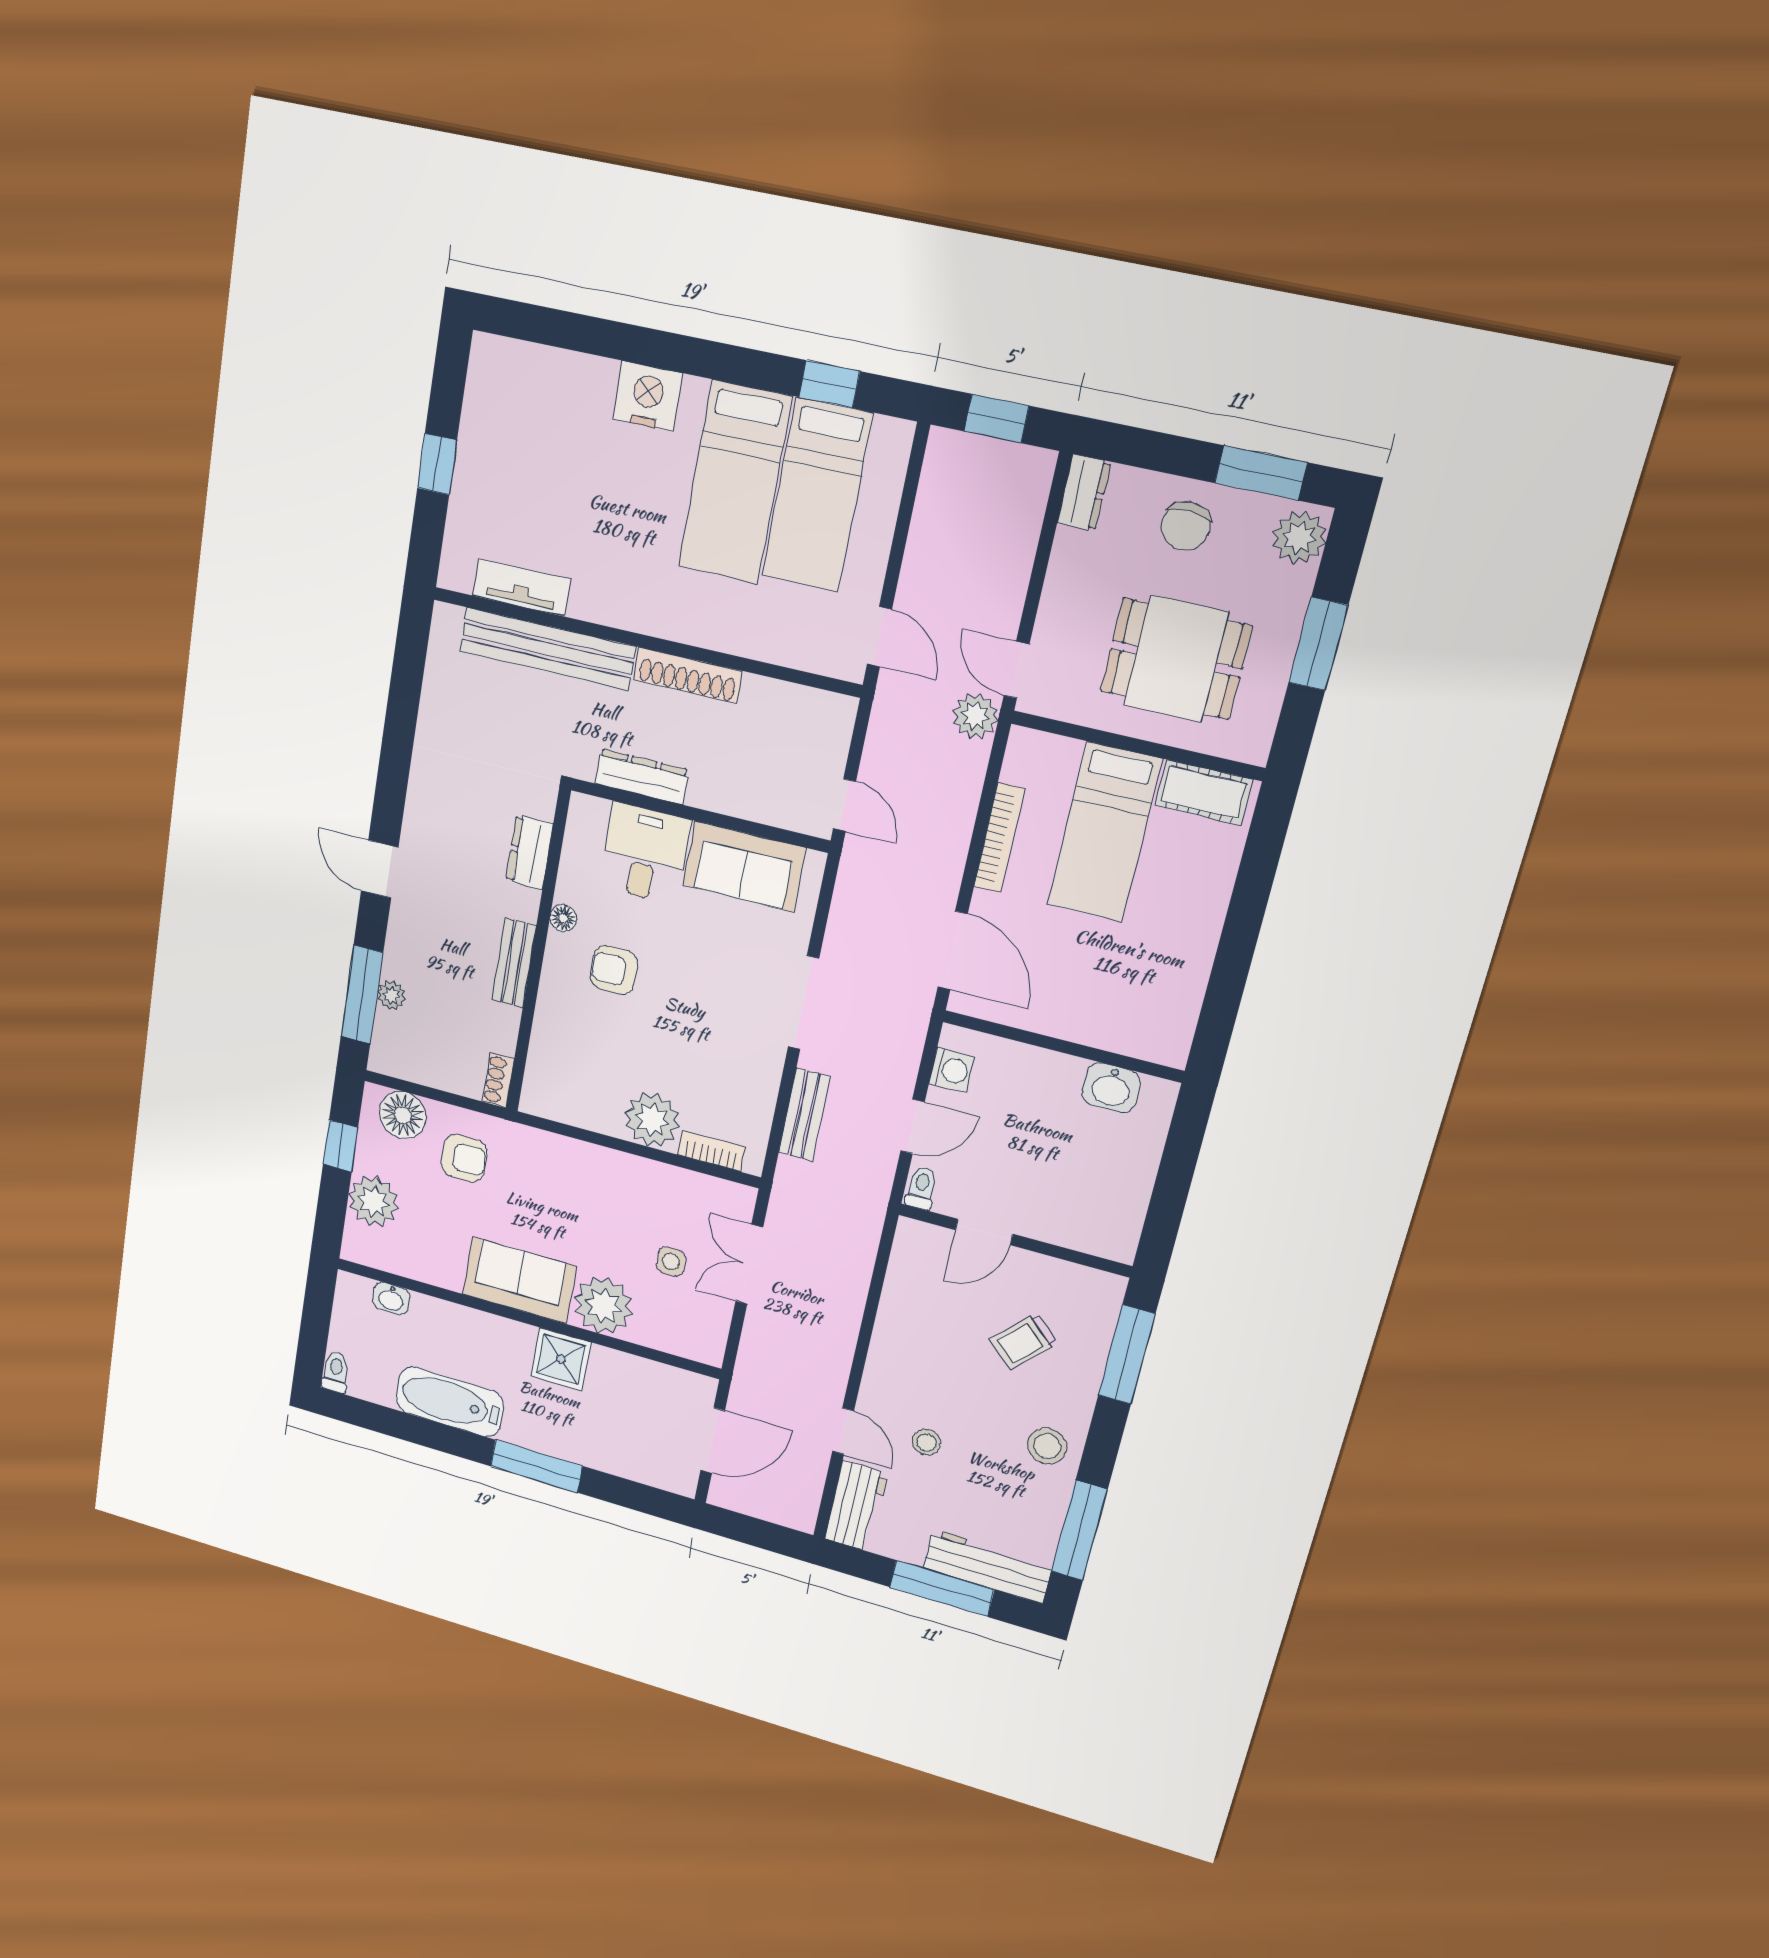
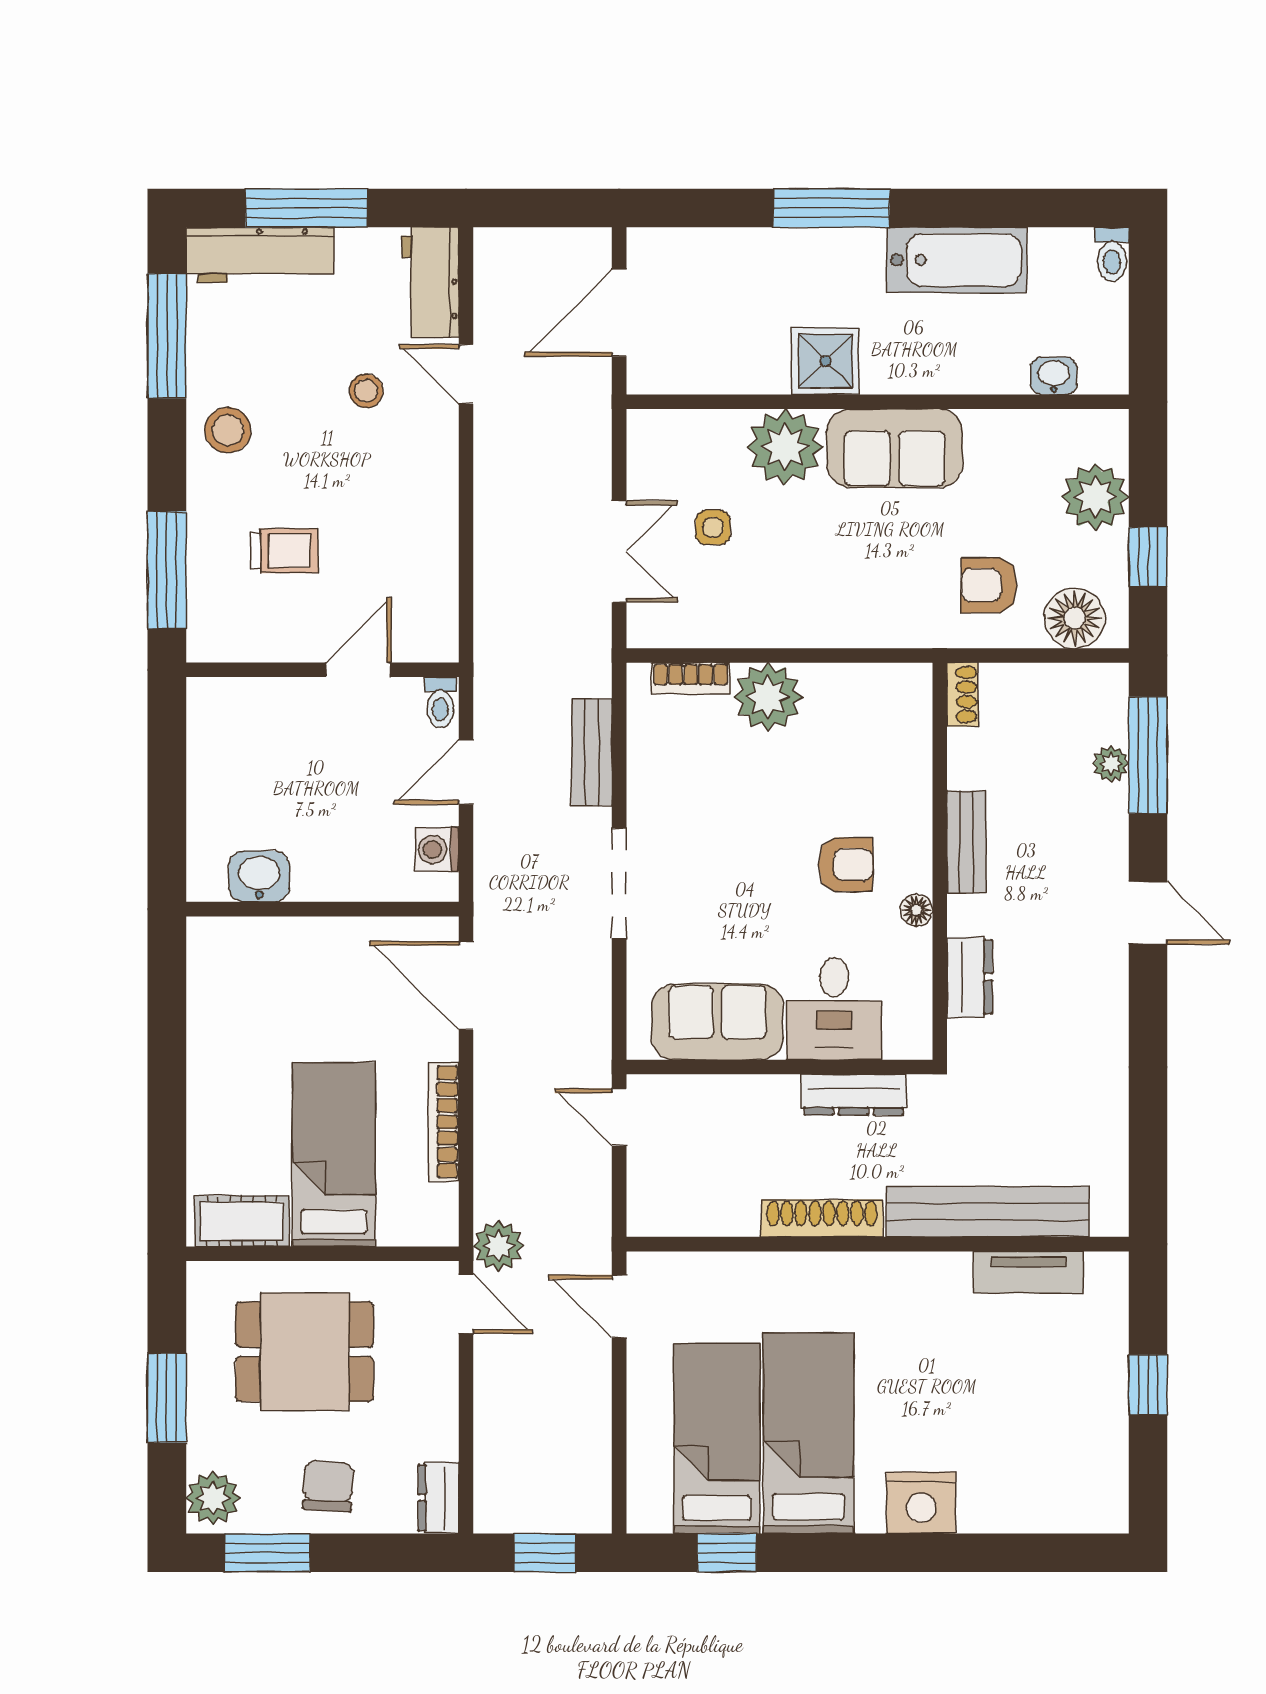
trolley: (1023, 1342) -> (285, 551), turned 47

